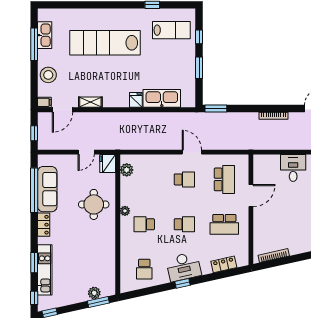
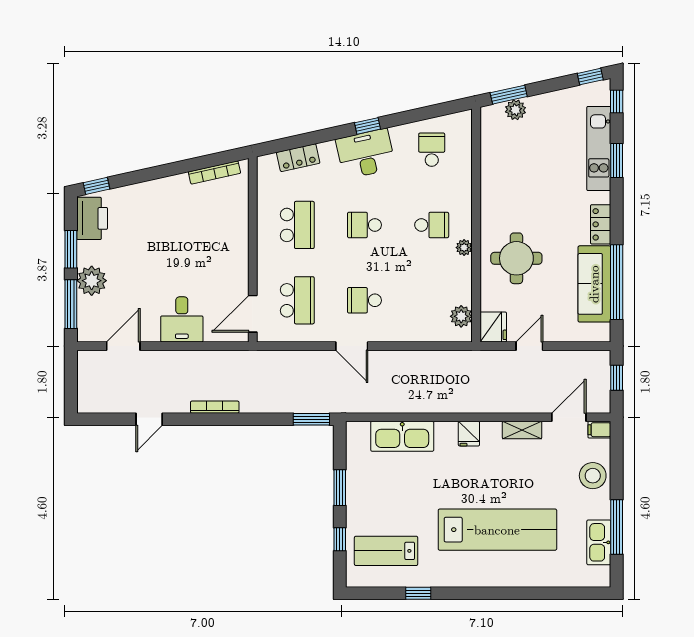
fridge: (136, 100) -> (469, 434), moved
school desk: (224, 179) -> (297, 300), turned 180
door: (251, 196) -> (253, 314), moved
school desk: (224, 224) -> (297, 225), turned 90

